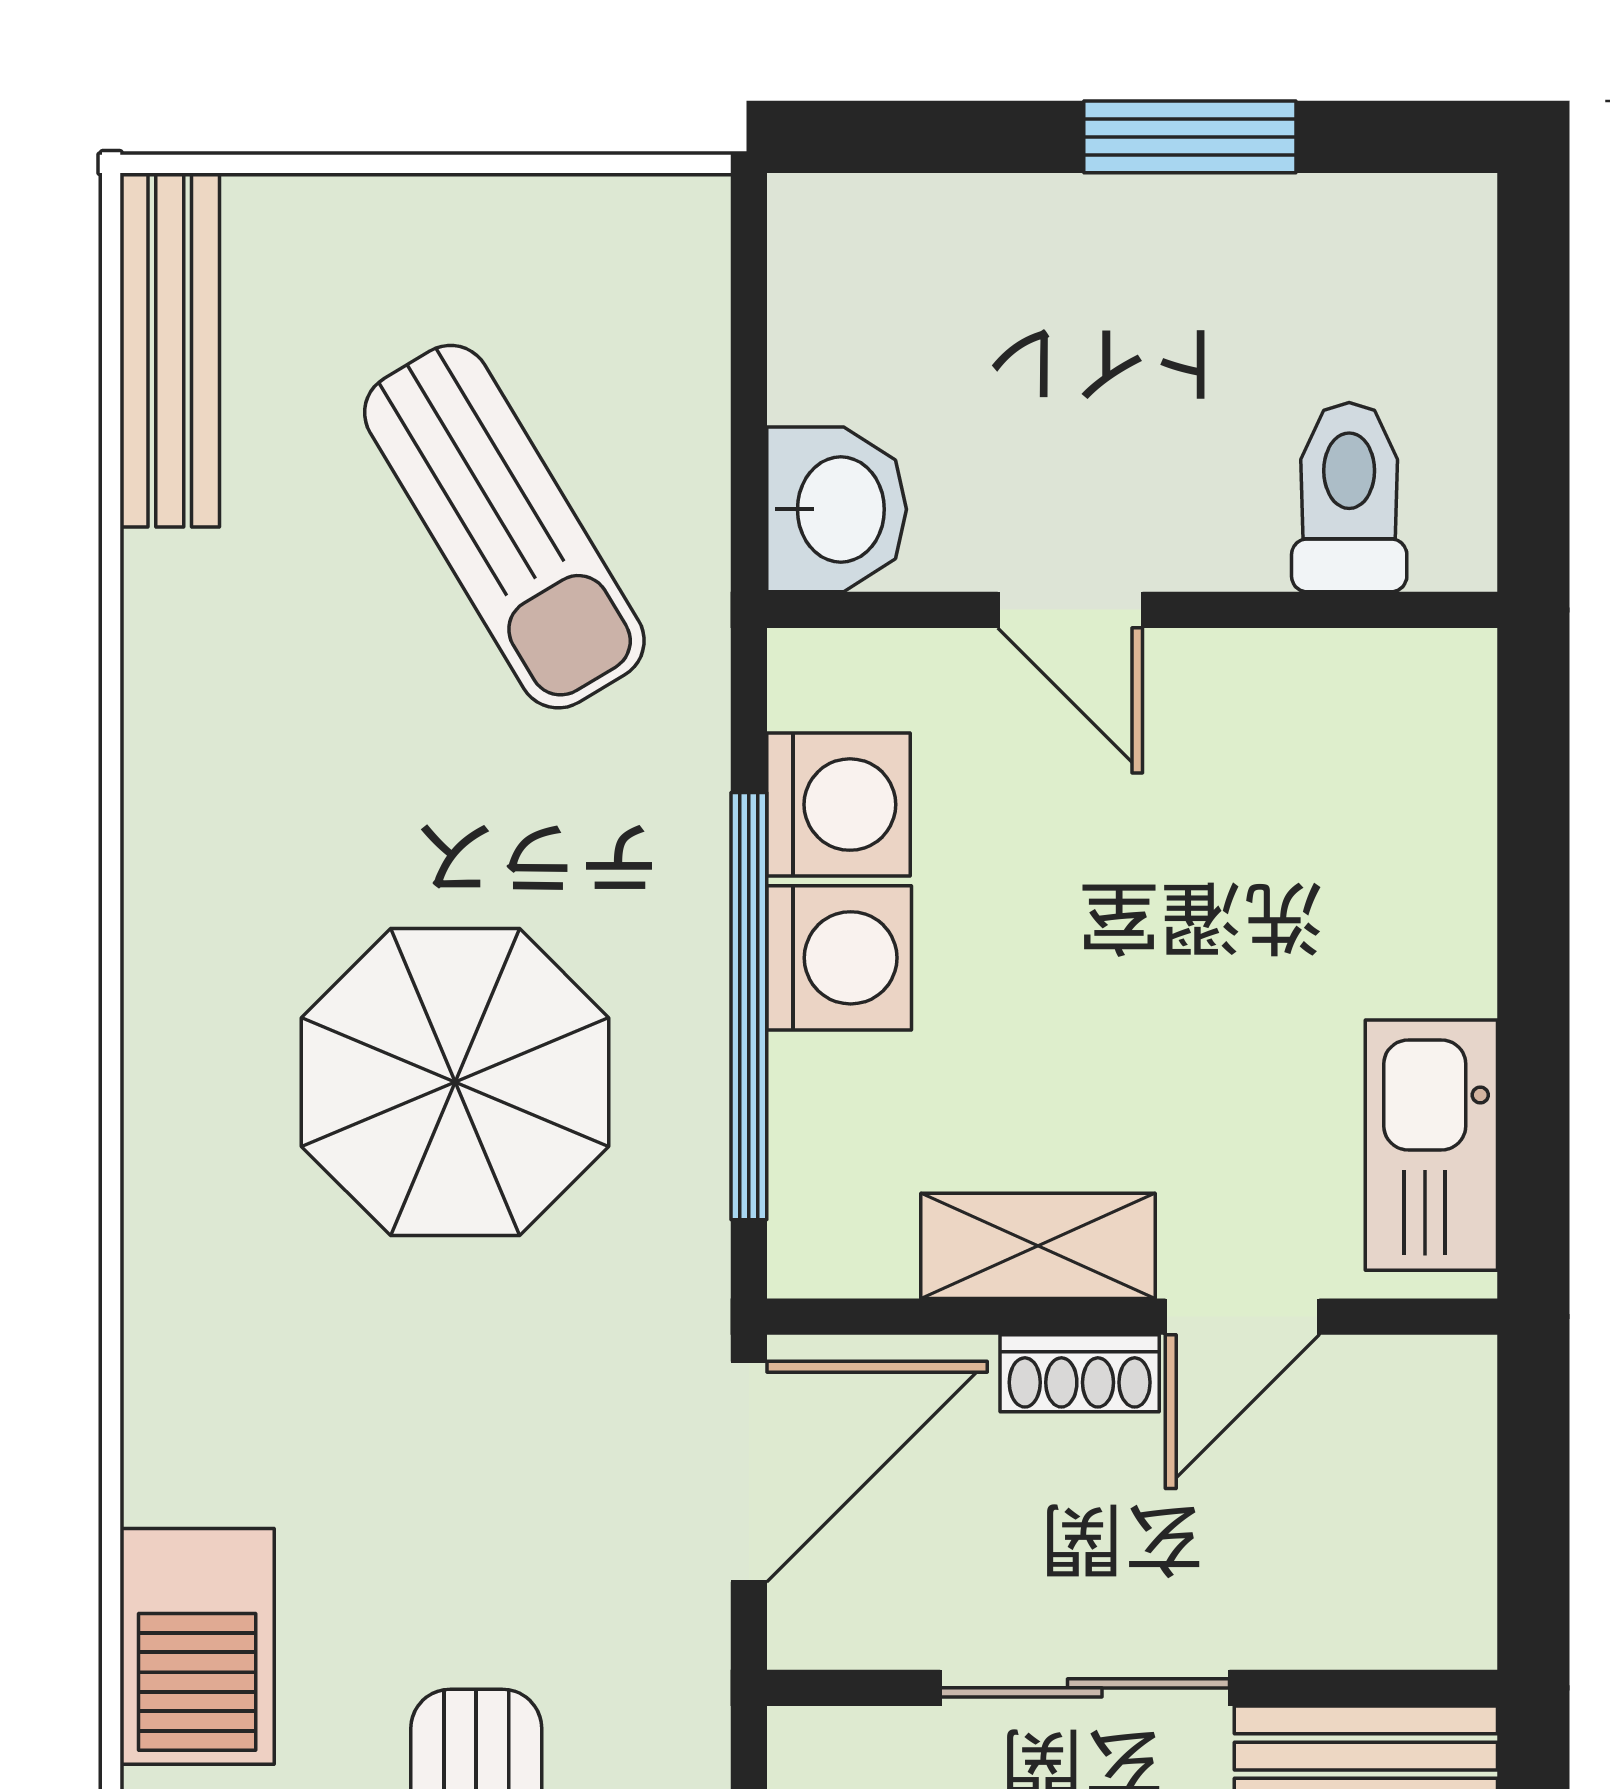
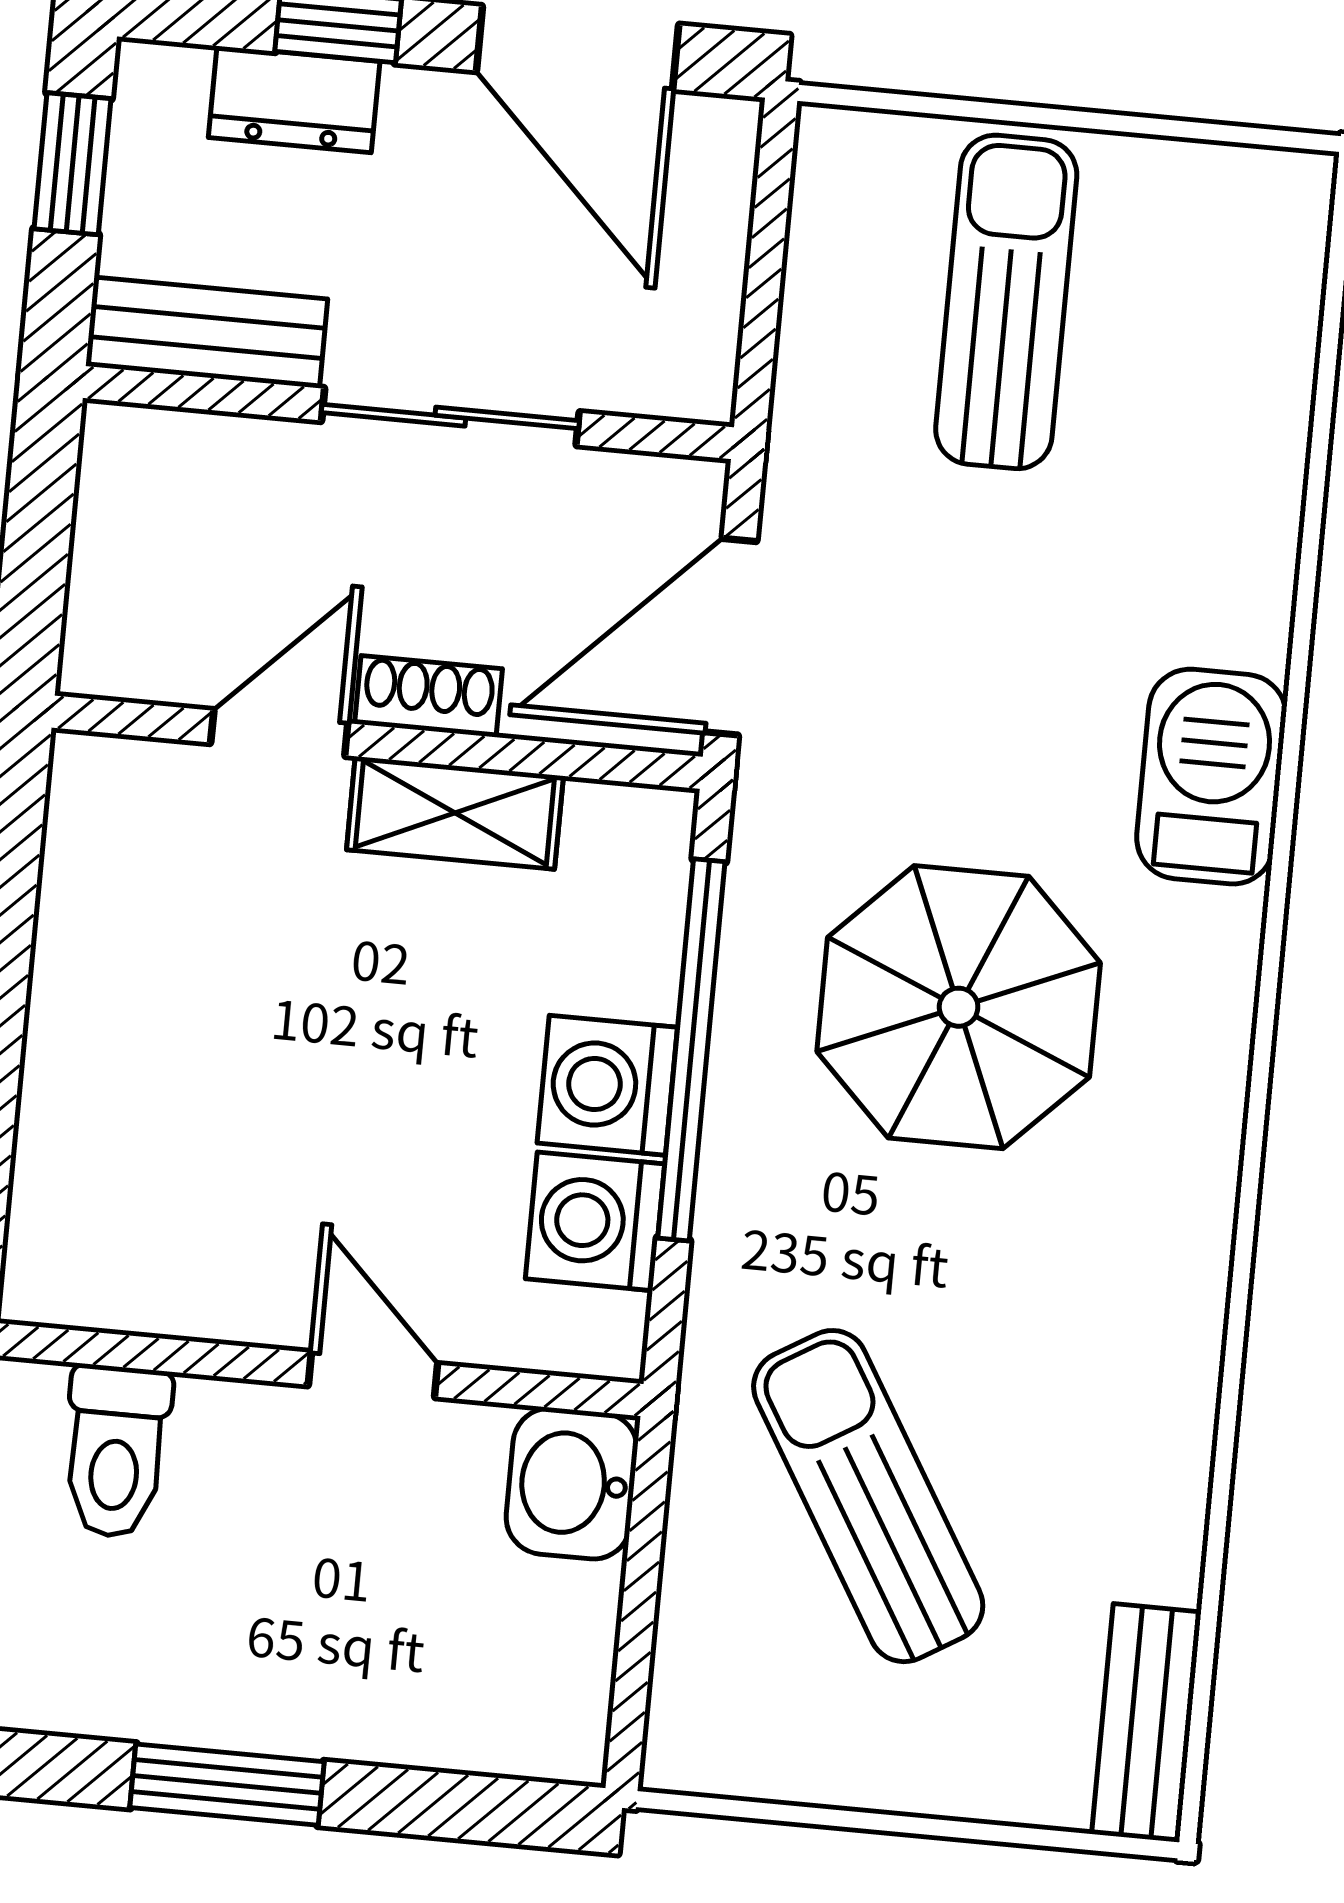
bench: (170, 350) -> (1146, 1723), width x0.73
kitchen sink: (1431, 1145) -> (97, 869), removed
barbecue: (197, 1646) -> (1211, 777), moved

